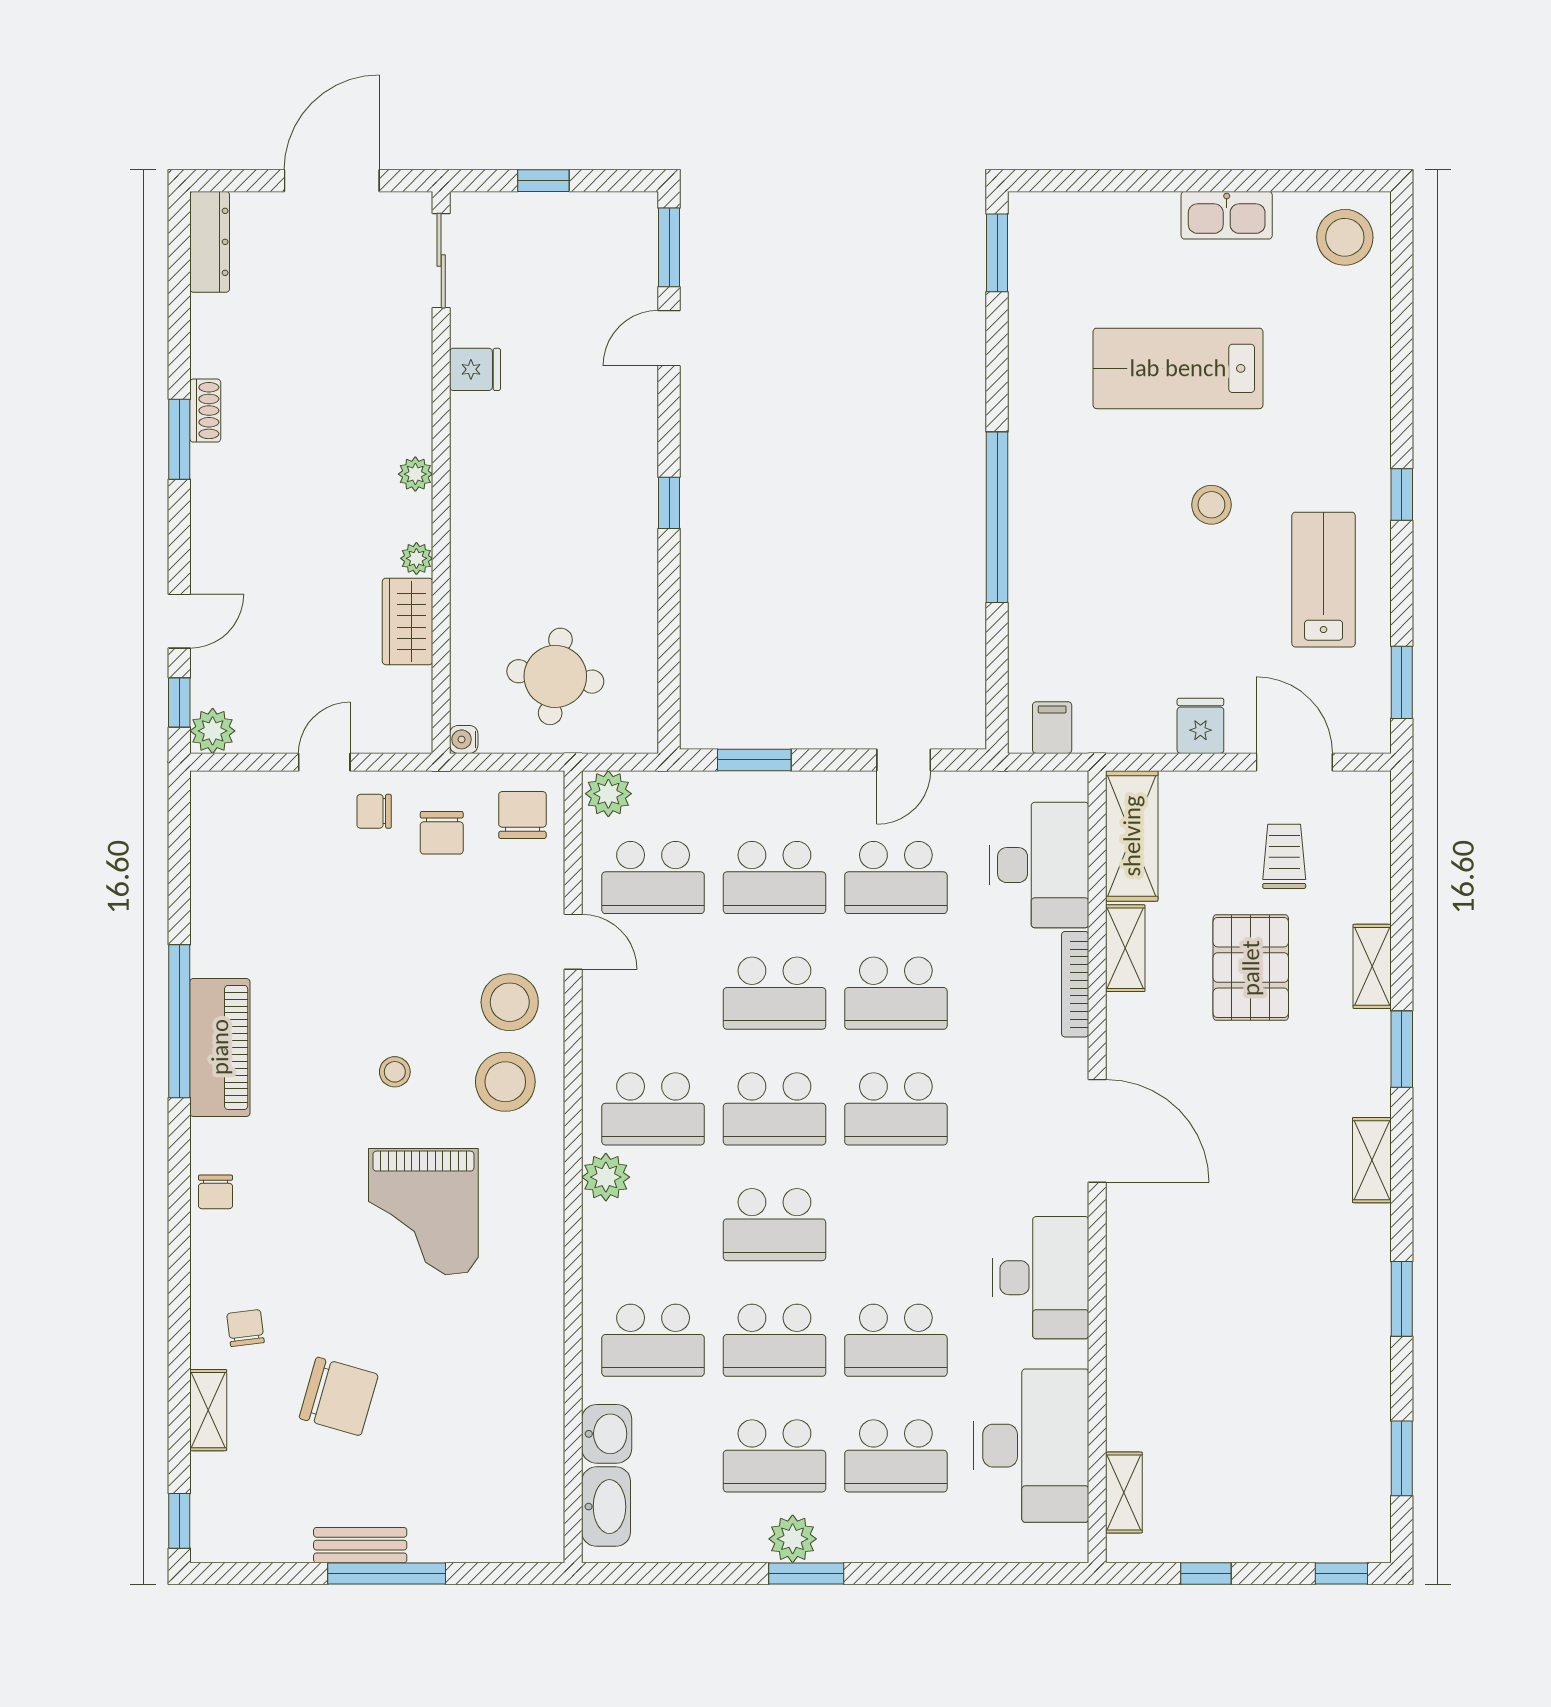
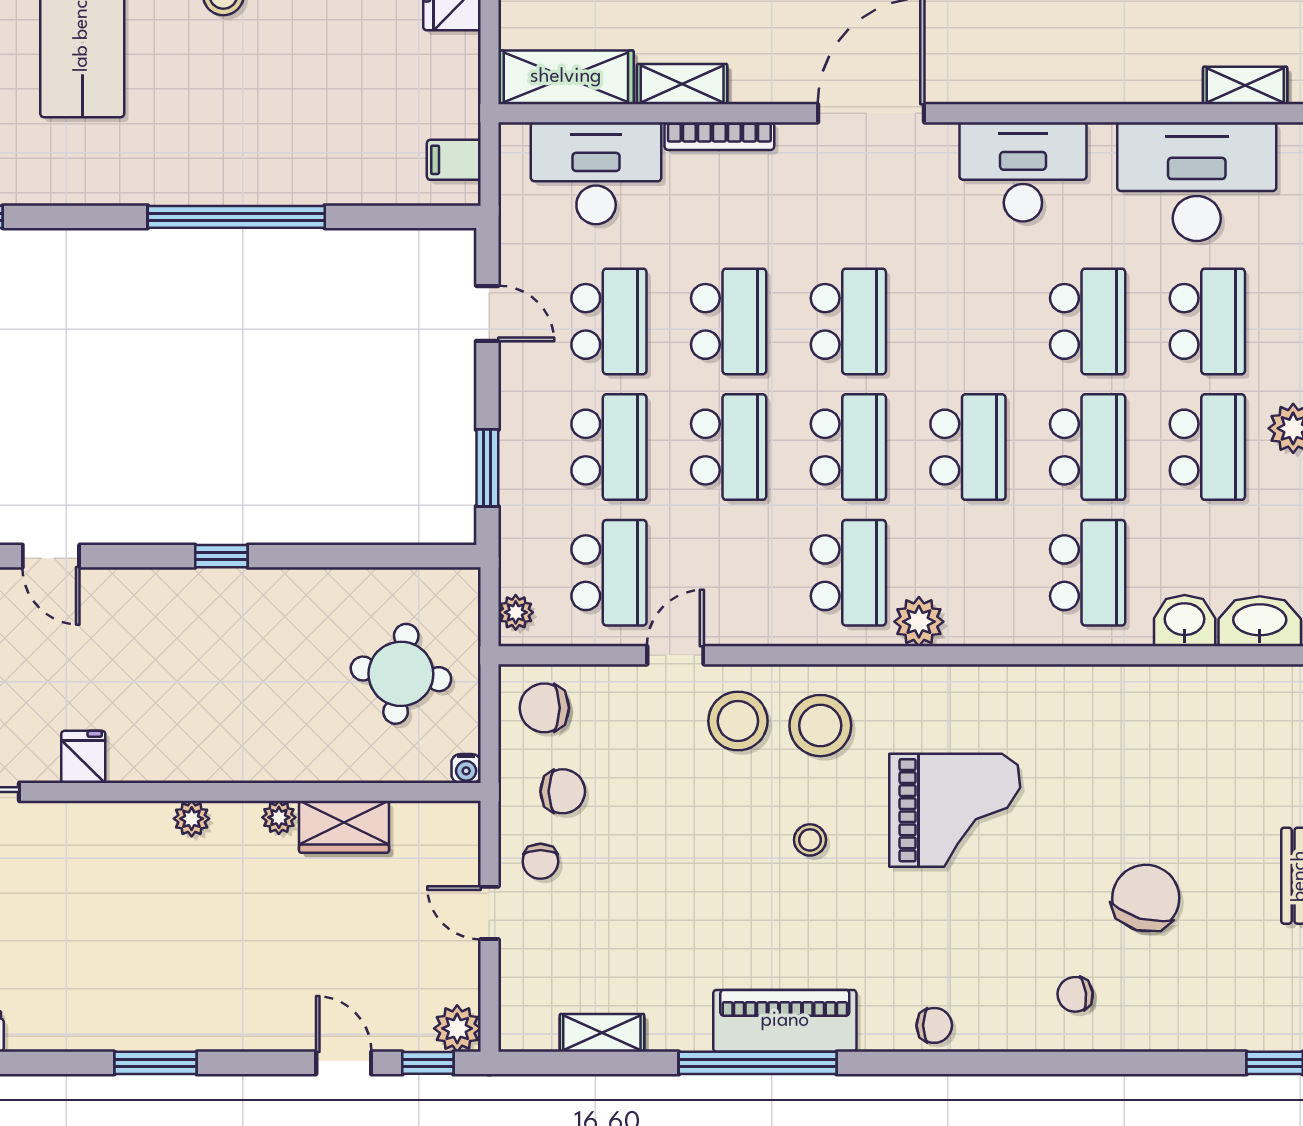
shoe rack: (205, 411) -> (126, 1036), removed
plant: (608, 794) -> (516, 612), width x0.73, depth x0.73
shelving: (208, 1410) -> (602, 1033), moved

